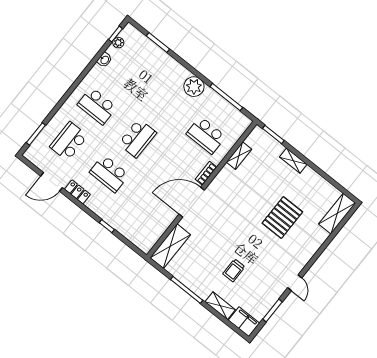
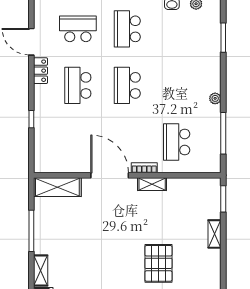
plant: (194, 87) -> (215, 98), width x0.53, depth x0.53
school desk: (137, 138) -> (127, 85), turned 90
shelving: (239, 156) -> (152, 184), moved
pallet: (282, 218) -> (158, 263), turned 90
trolley: (234, 270) -> (80, 258), removed

